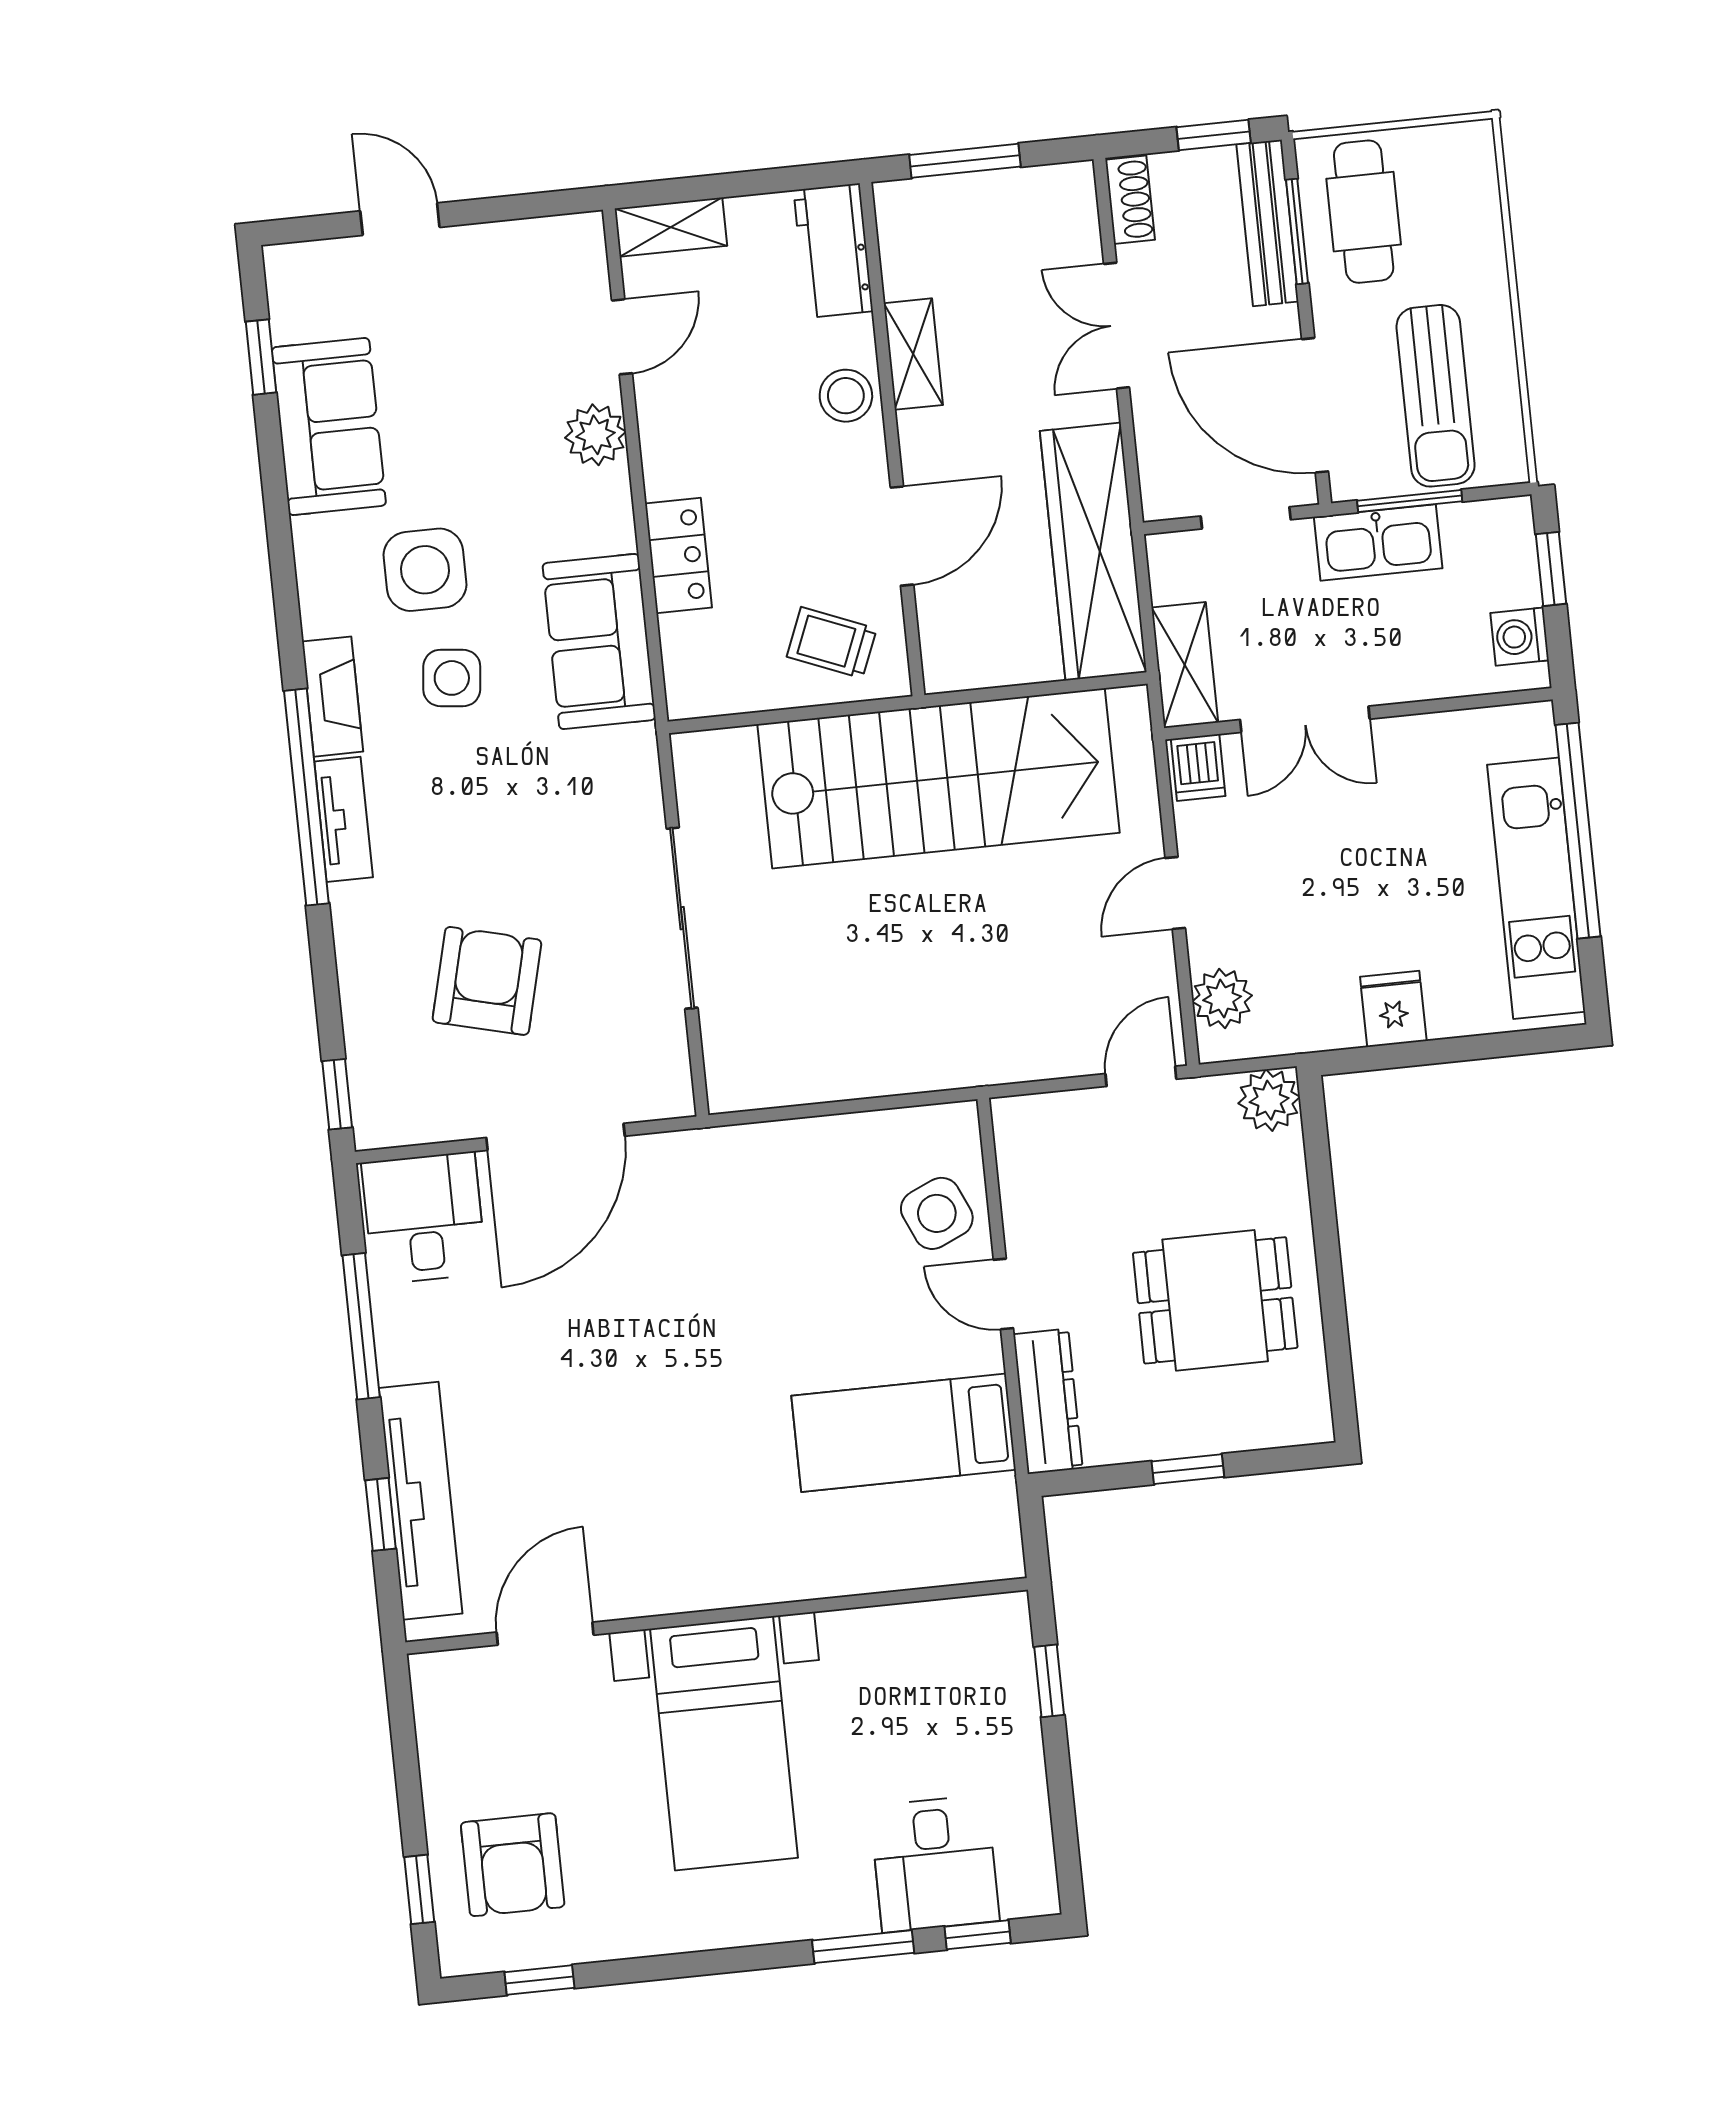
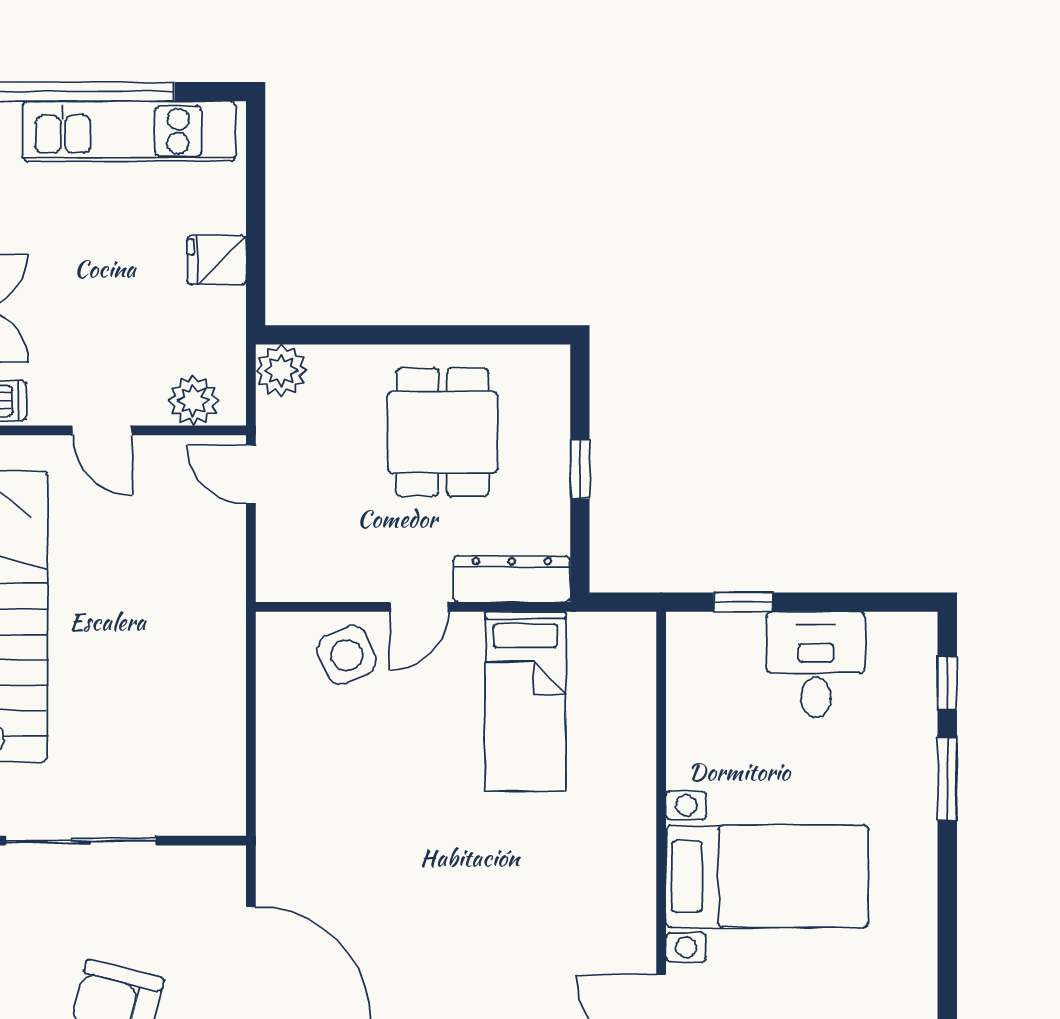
desk: (935, 1864) -> (816, 665), moved, turned -90

